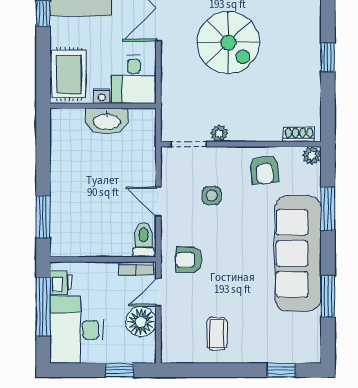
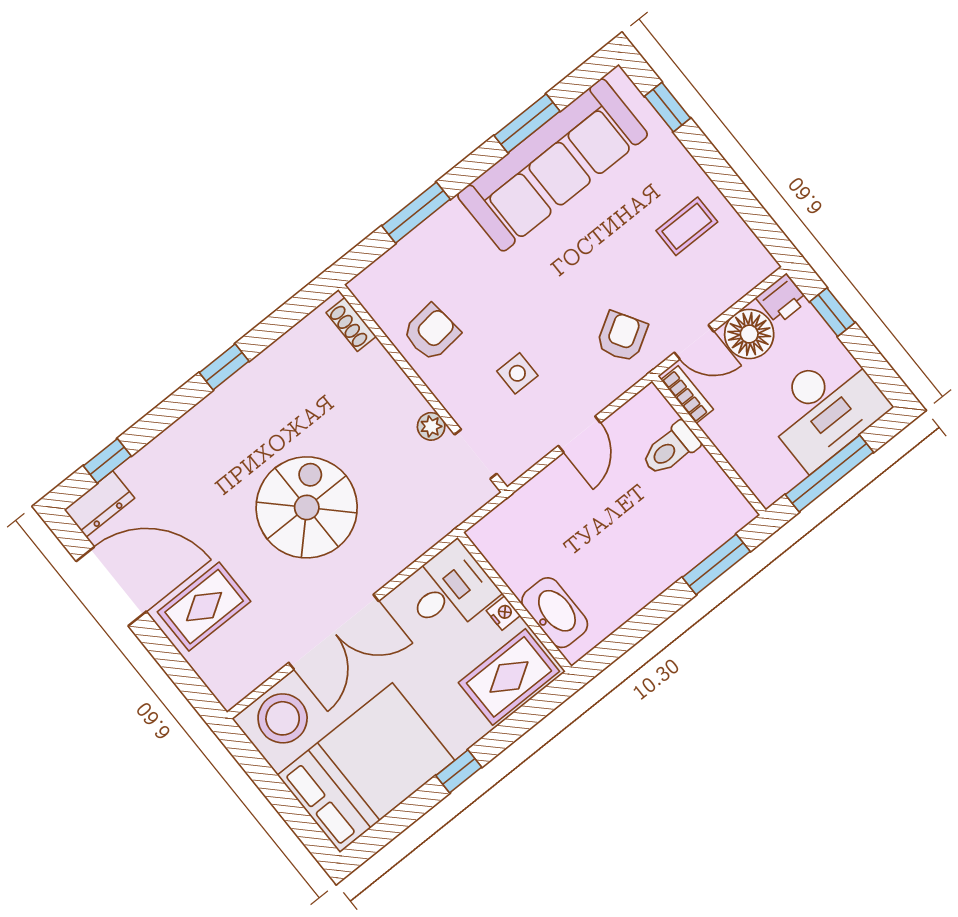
washbasin: (107, 121) -> (555, 613), moved
plant: (312, 156) -> (365, 287), removed
toilet: (143, 240) -> (671, 449), moved
sofa: (298, 253) -> (553, 165), moved
armchair: (189, 260) -> (622, 337), turned -121
printer: (61, 282) -> (782, 299), moved, turned 180

